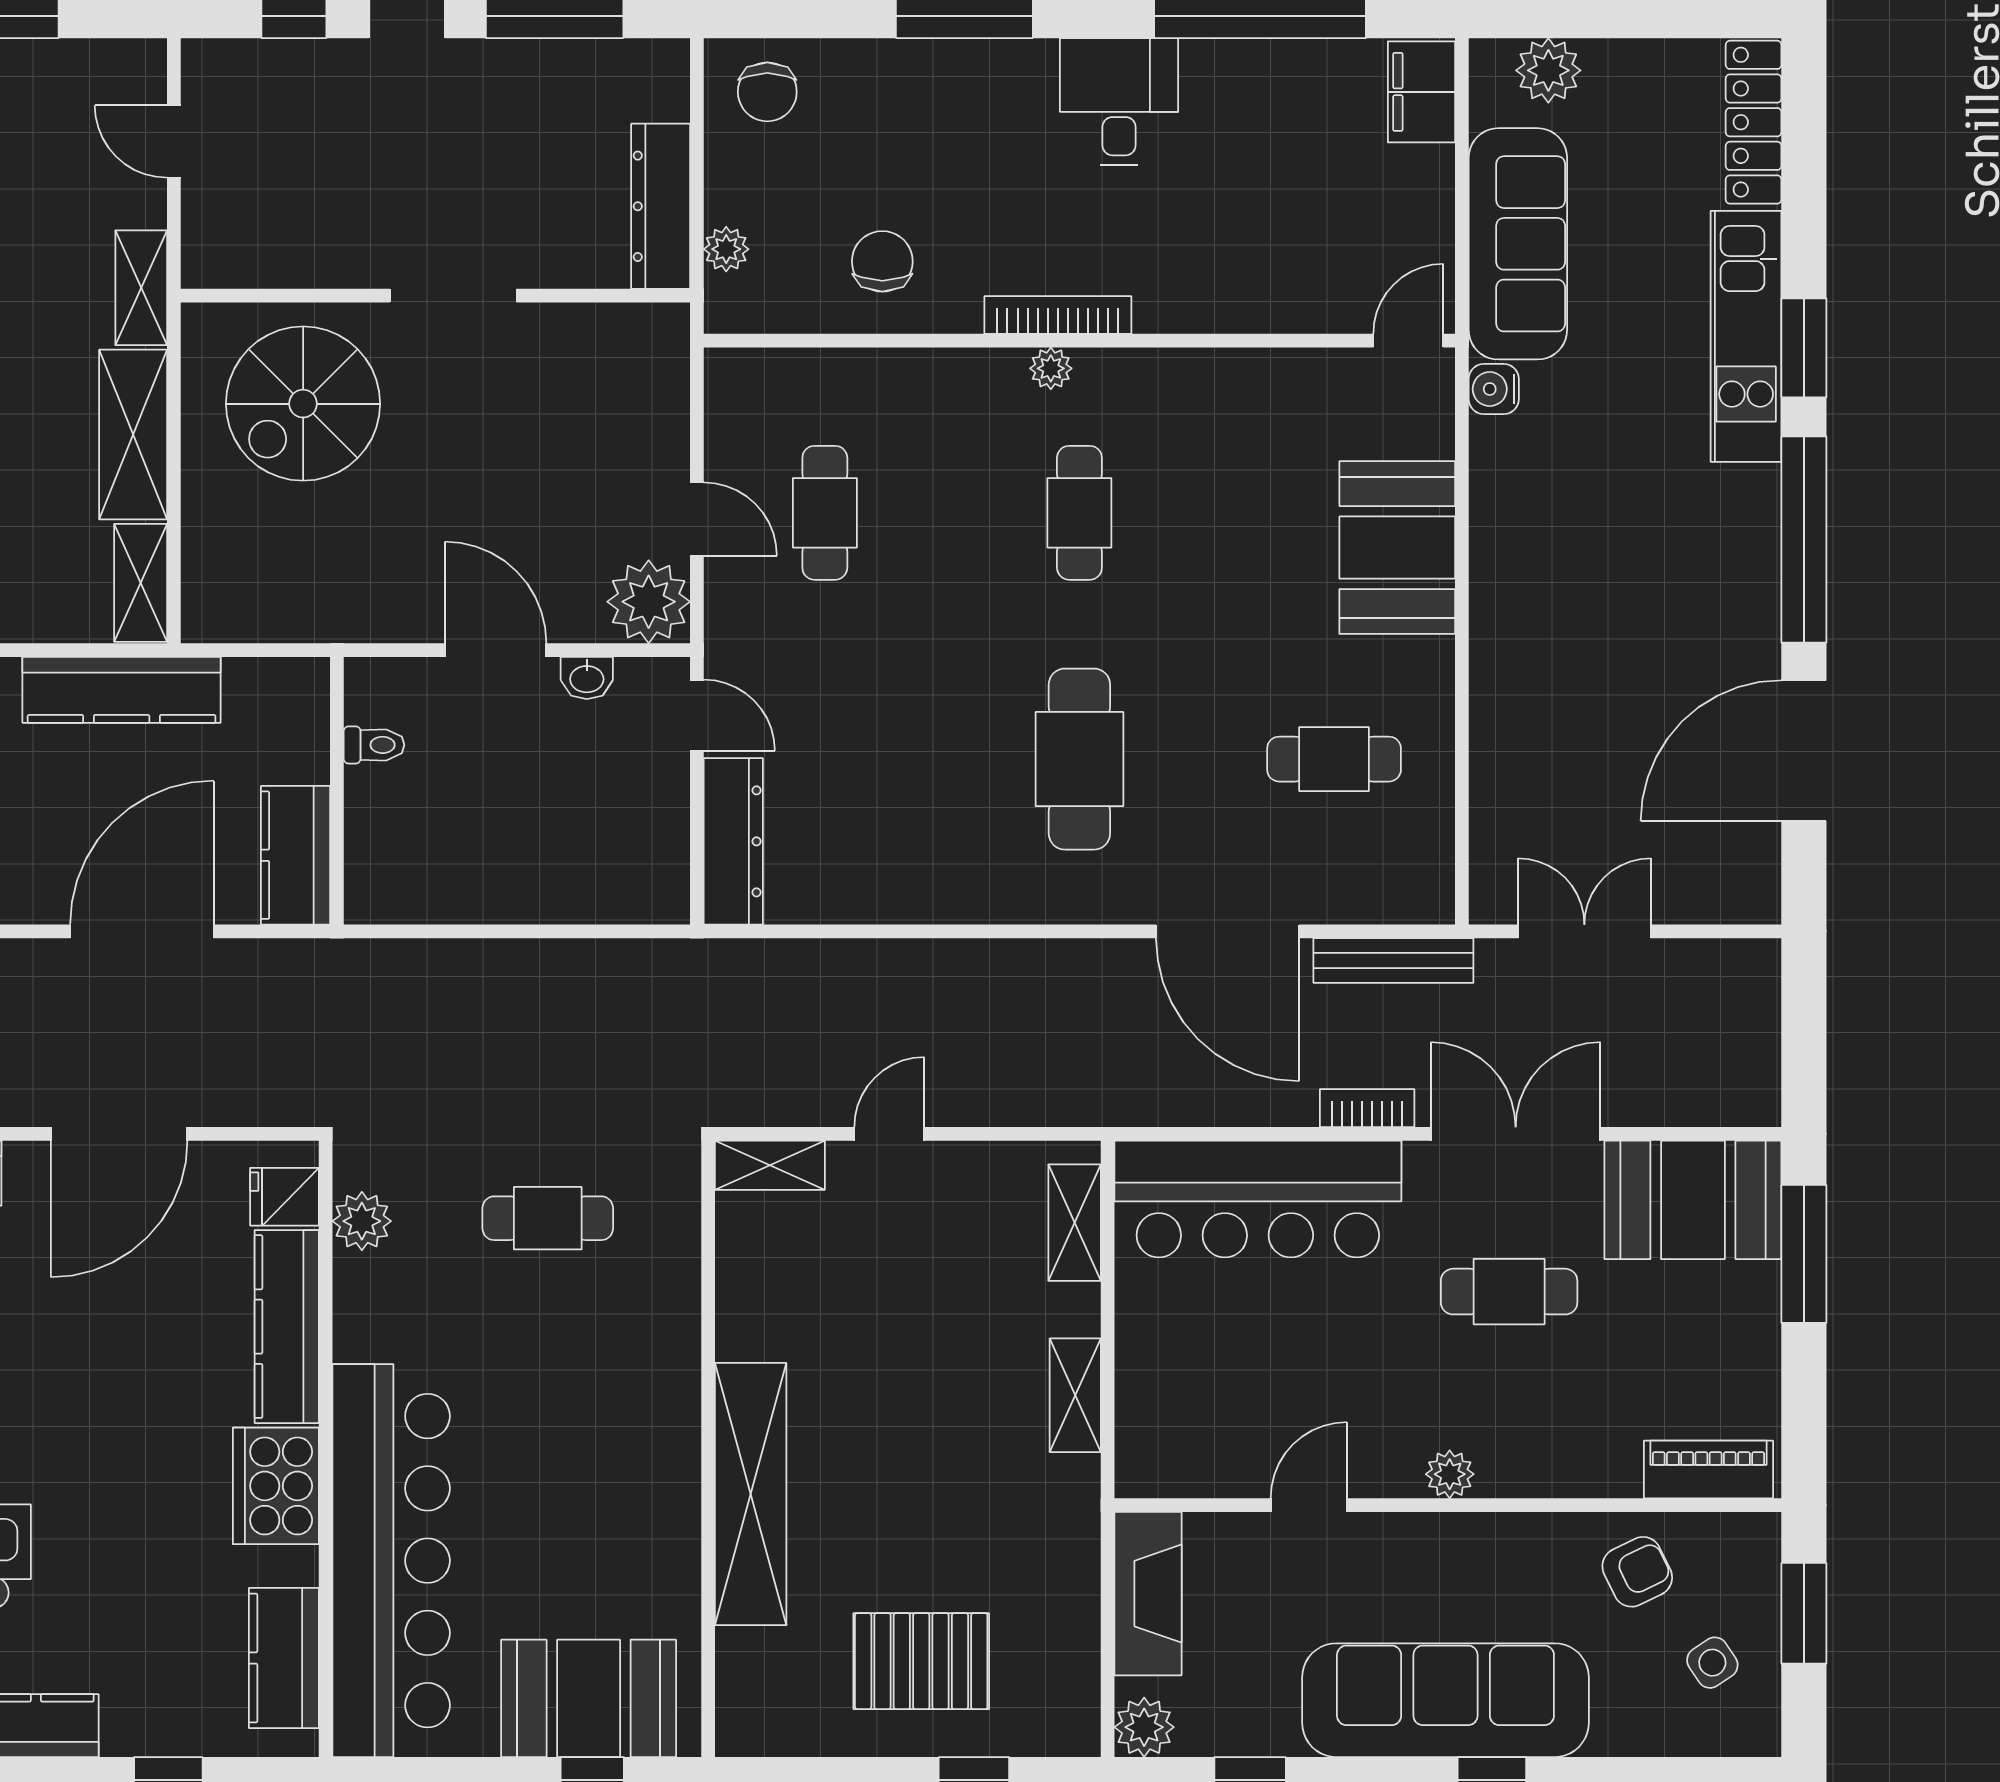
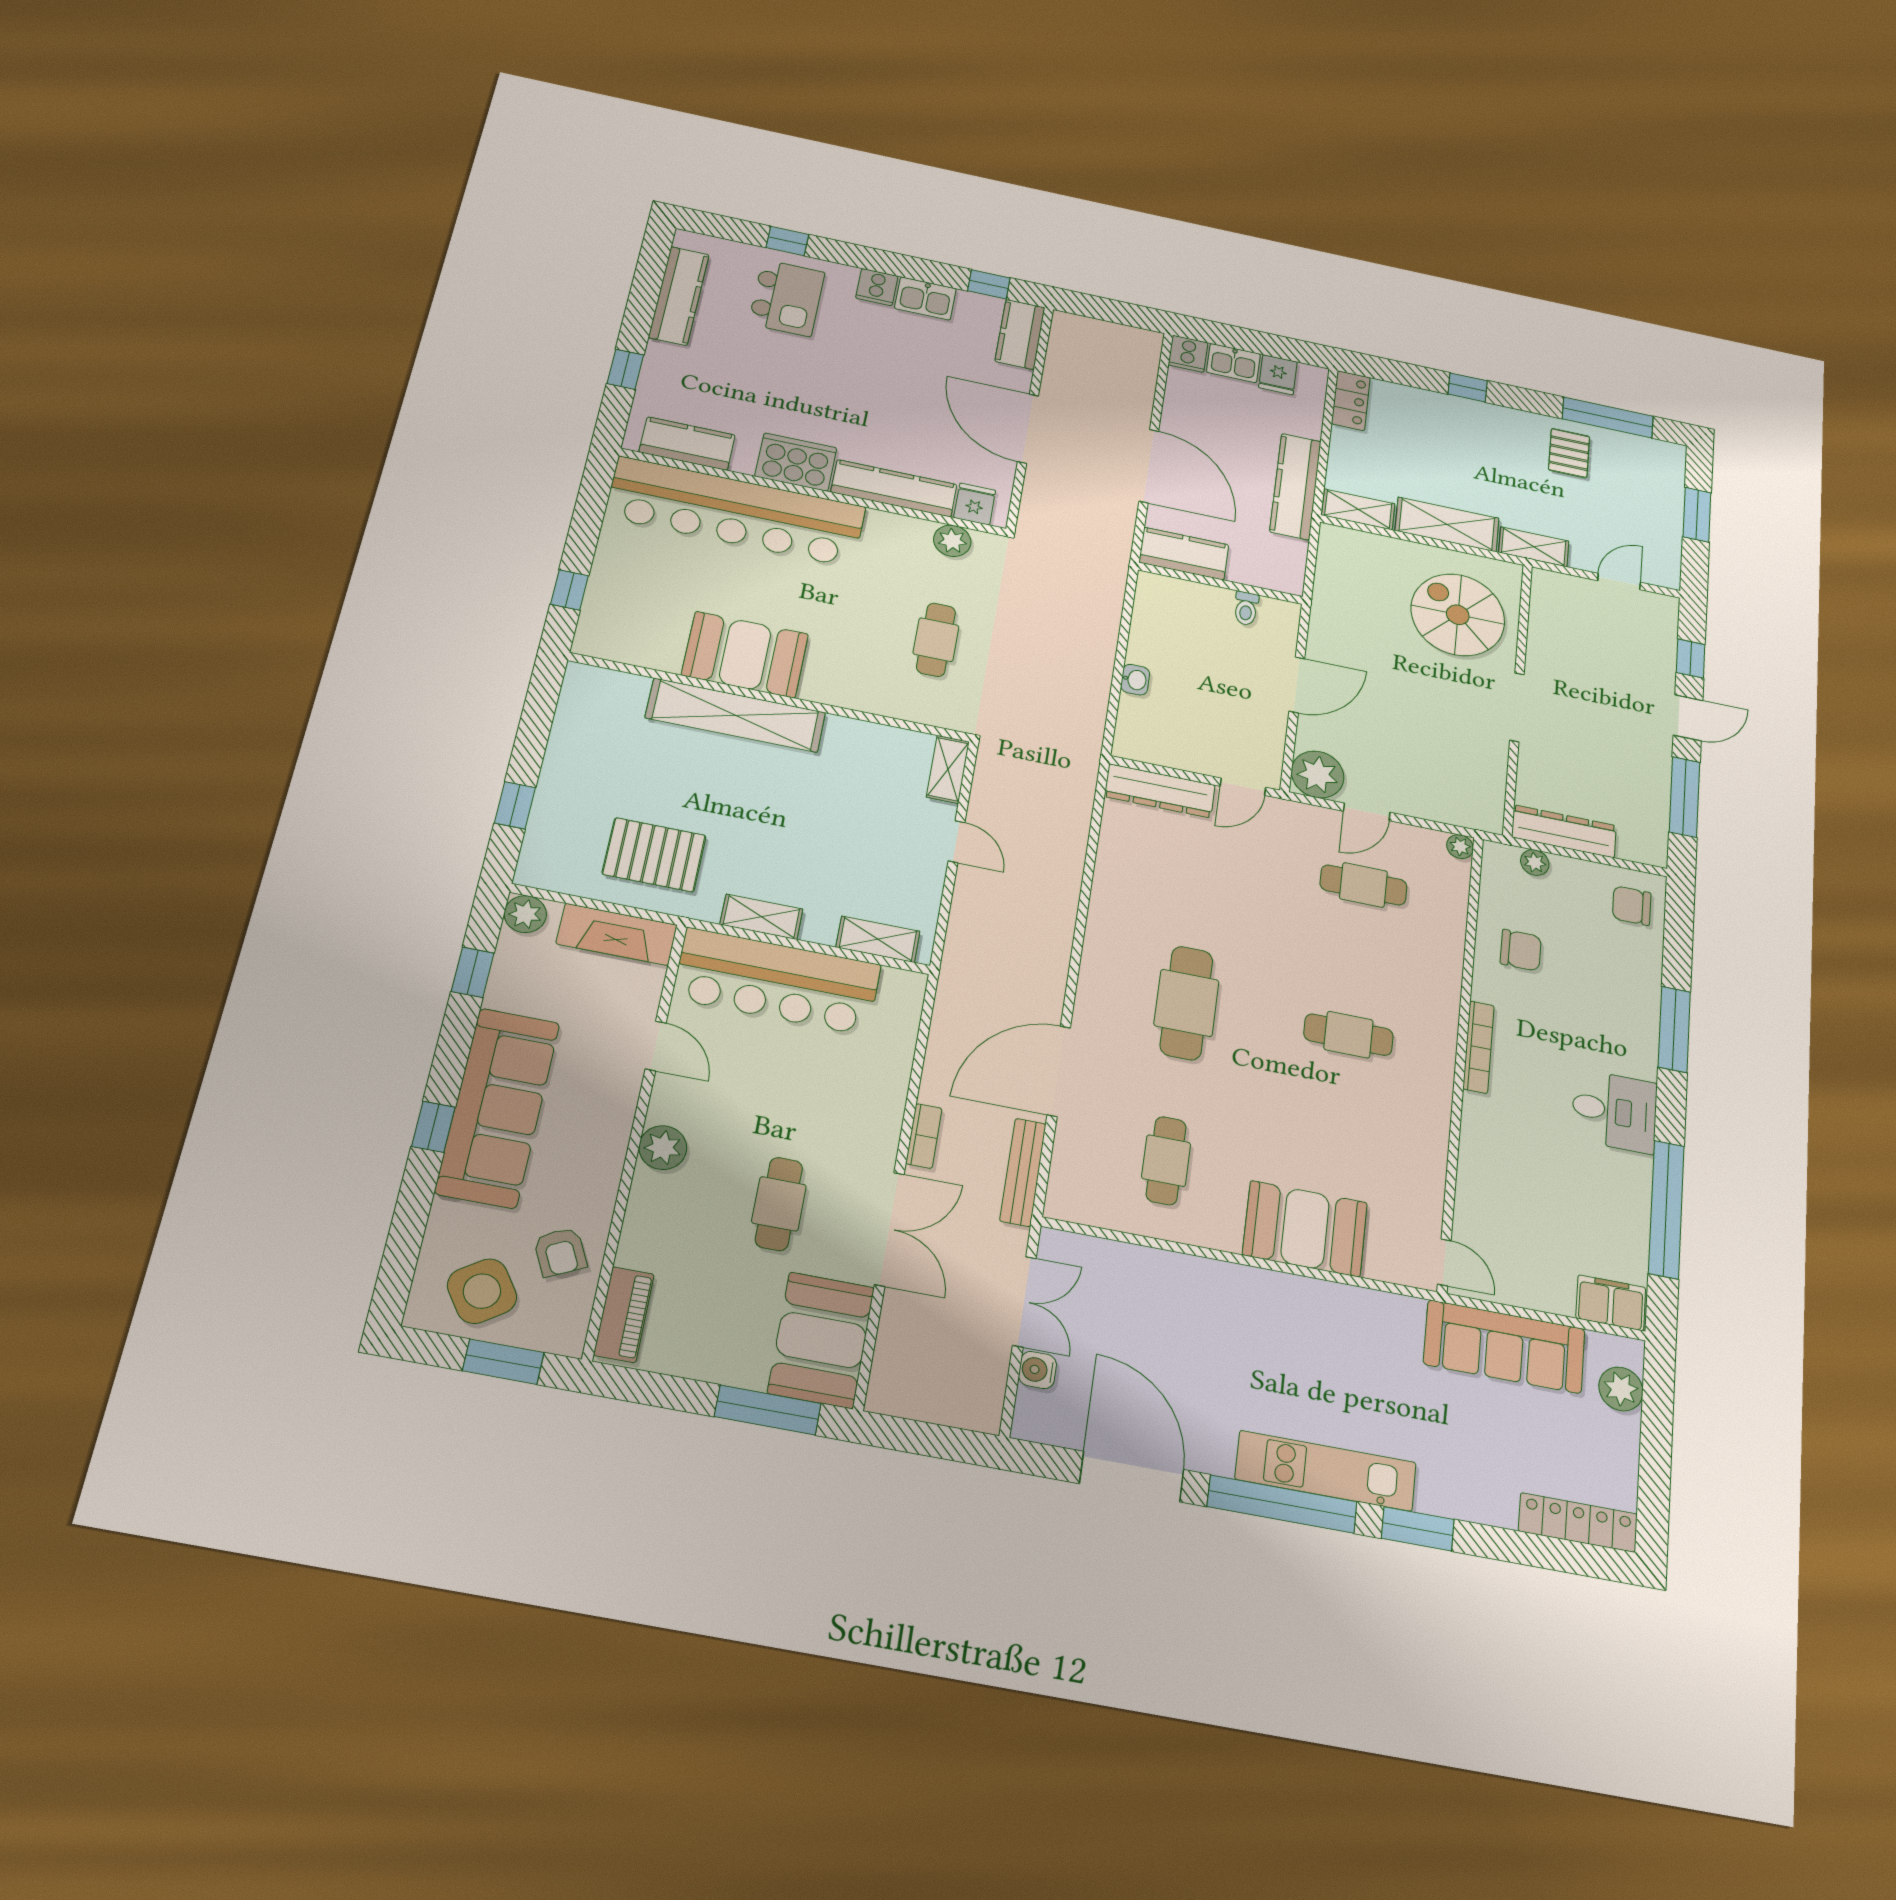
kitchen unit: (1746, 336) -> (1326, 1471), moved
plant: (1051, 368) -> (1460, 847), moved
water cooler: (1494, 389) -> (1037, 1370), moved, turned -90
washbasin: (587, 678) -> (1135, 680), moved, turned 180
cafe table: (1079, 759) -> (1186, 1003), turned 90
bar counter: (1258, 1199) -> (777, 981), moved, turned -90
plant: (1450, 1474) -> (663, 1148), width x1.38, depth x1.38
pallet: (921, 1661) -> (654, 855), moved, turned 90
side table: (1712, 1663) -> (482, 1291), width x1.87, depth x1.87
booth: (589, 1698) -> (745, 655), moved, turned 90

